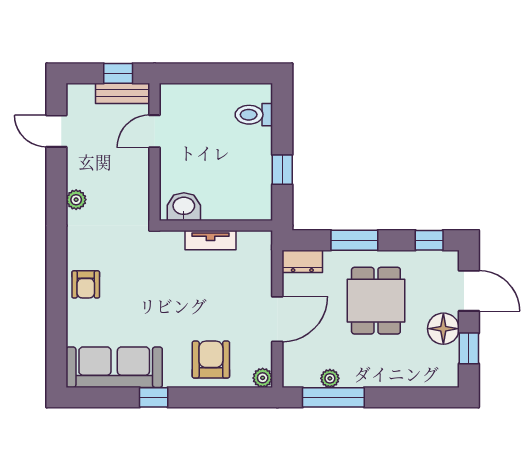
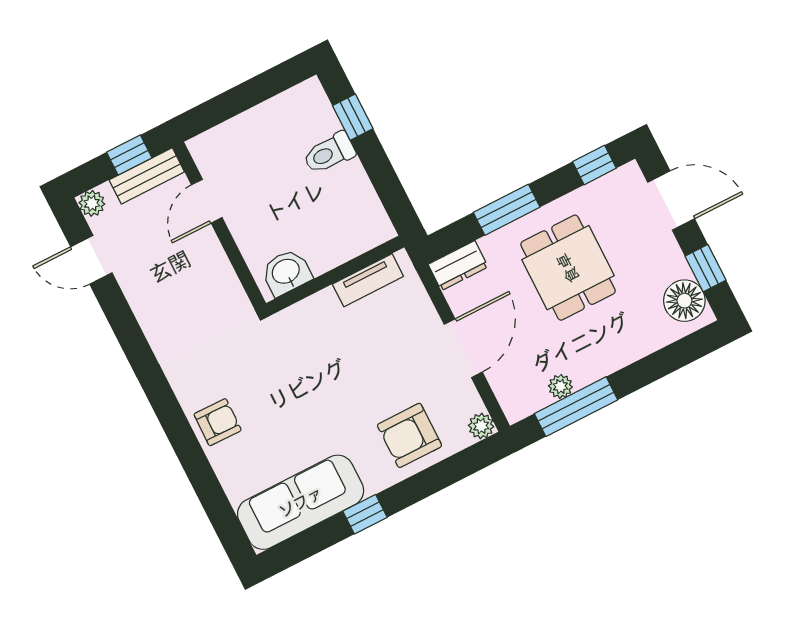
toilet: (254, 115) -> (329, 153), moved
window: (282, 170) -> (353, 117), moved
plant: (76, 200) -> (92, 203), moved
tv unit: (210, 240) -> (368, 280), moved
armchair: (86, 284) -> (218, 422), turned -89
floor lamp: (443, 329) -> (684, 301), moved
armchair: (211, 360) -> (409, 435), turned -90

